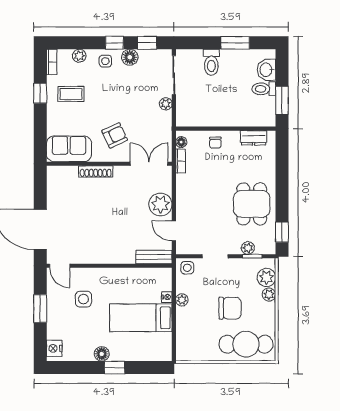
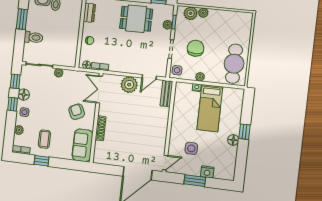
chair: (230, 308) -> (196, 48), moved
cafe table: (246, 344) -> (234, 64), moved
nightstand: (54, 348) -> (207, 172), moved

